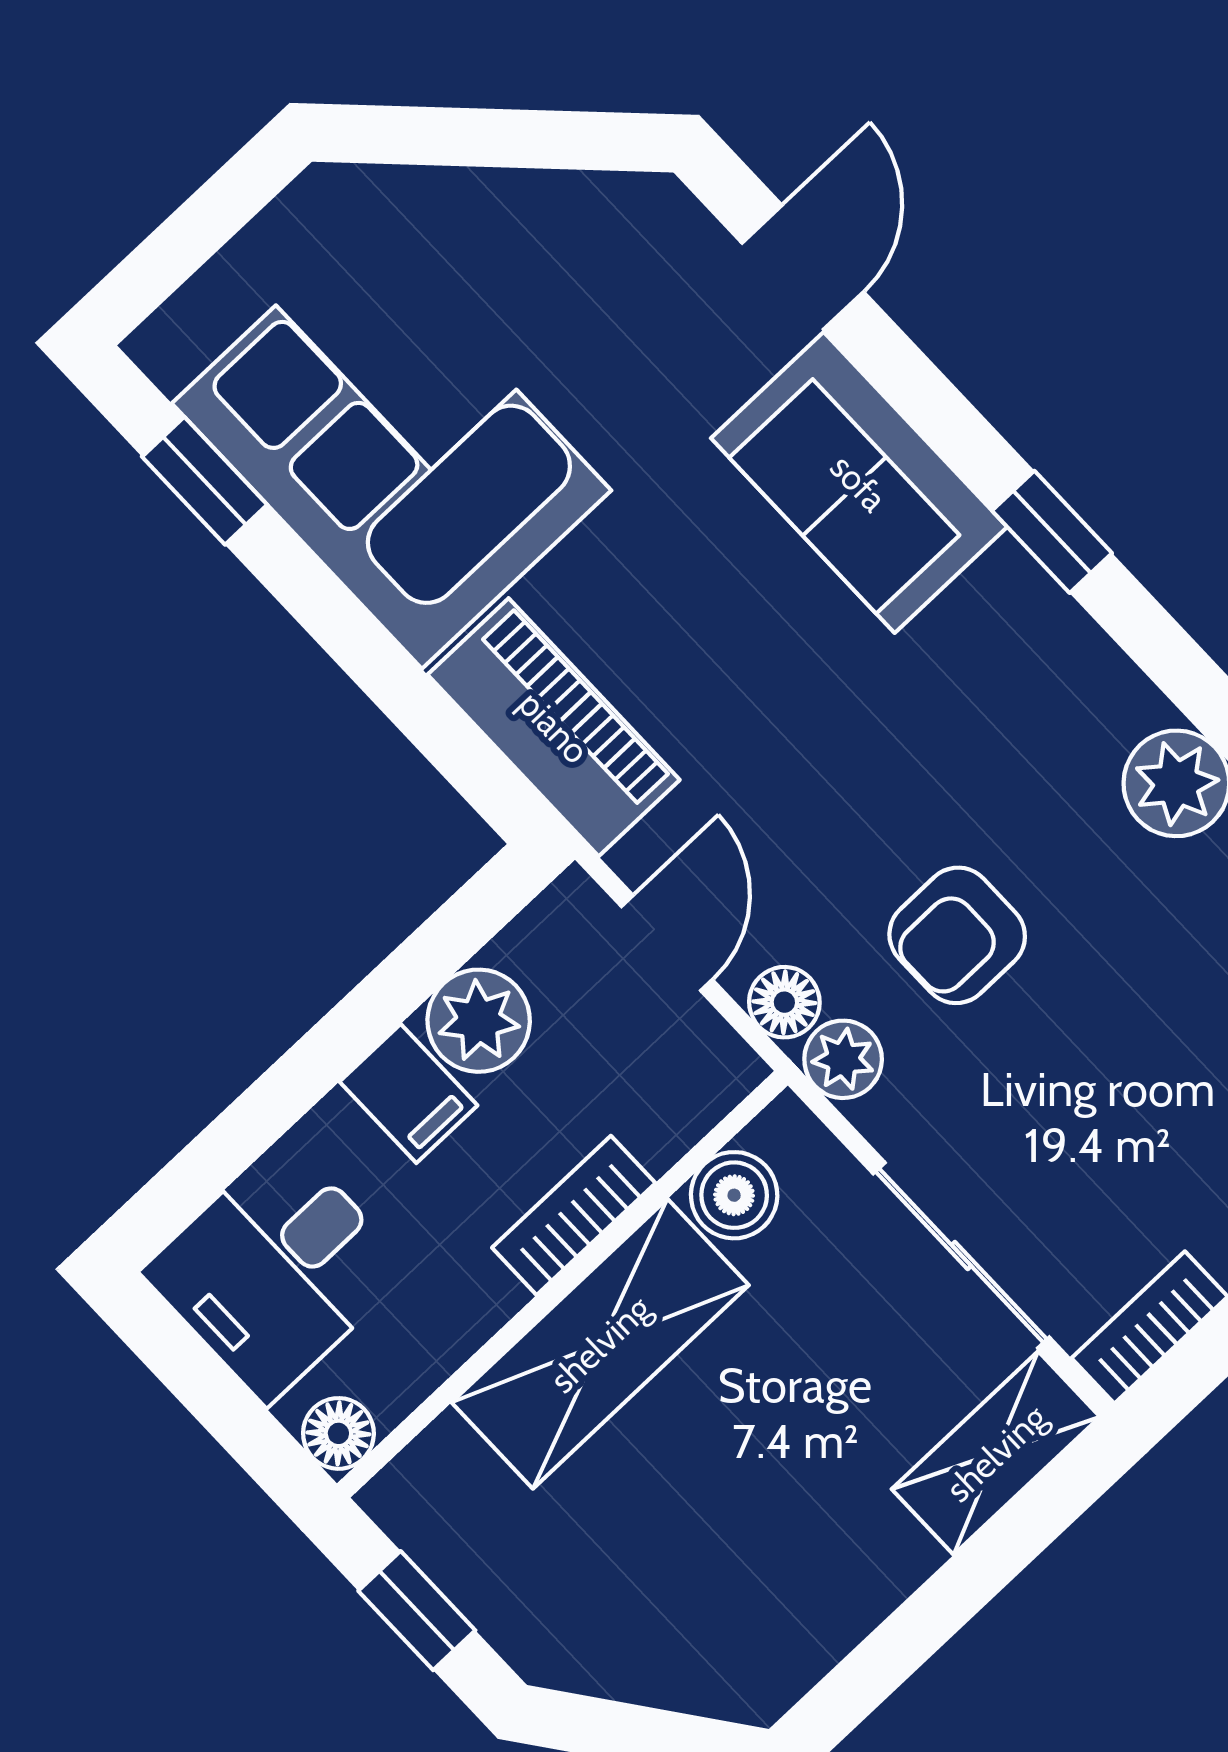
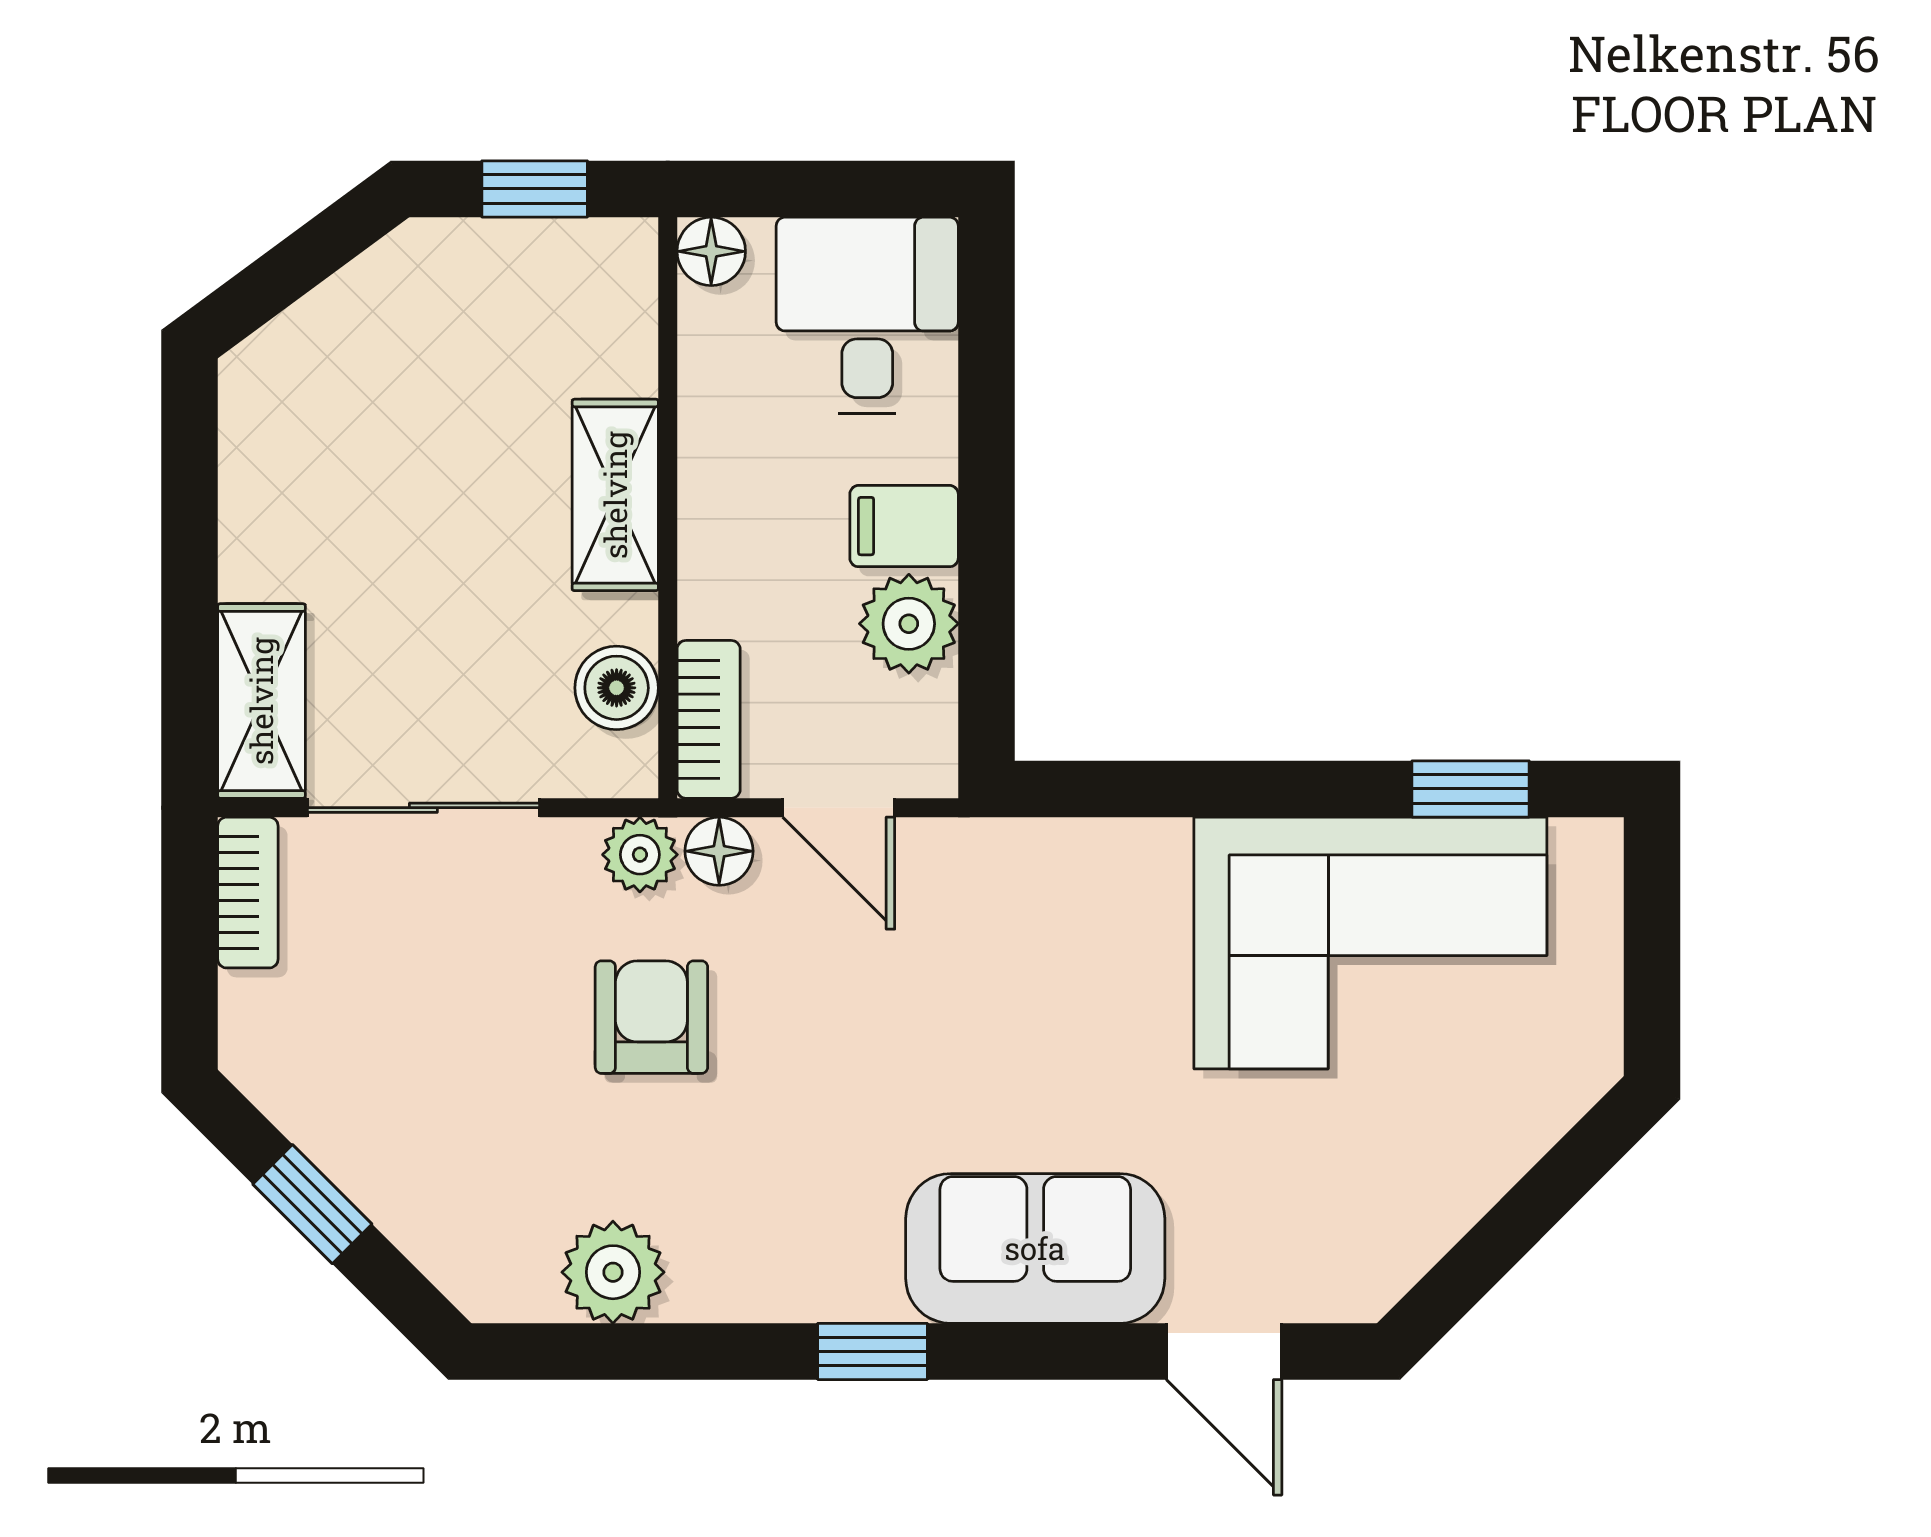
piano: (554, 727) -> (1066, 871), removed
bookcase: (574, 1215) -> (709, 719), moved
shelving: (600, 1344) -> (615, 495), width x0.67, depth x0.75

